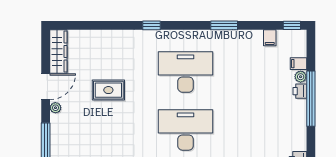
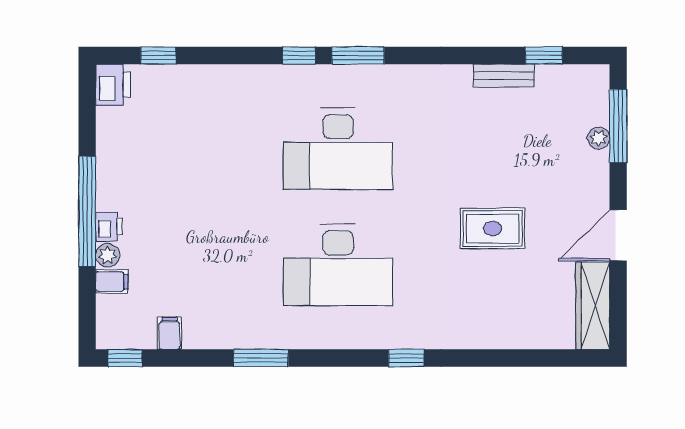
plant: (55, 108) -> (599, 138), moved

